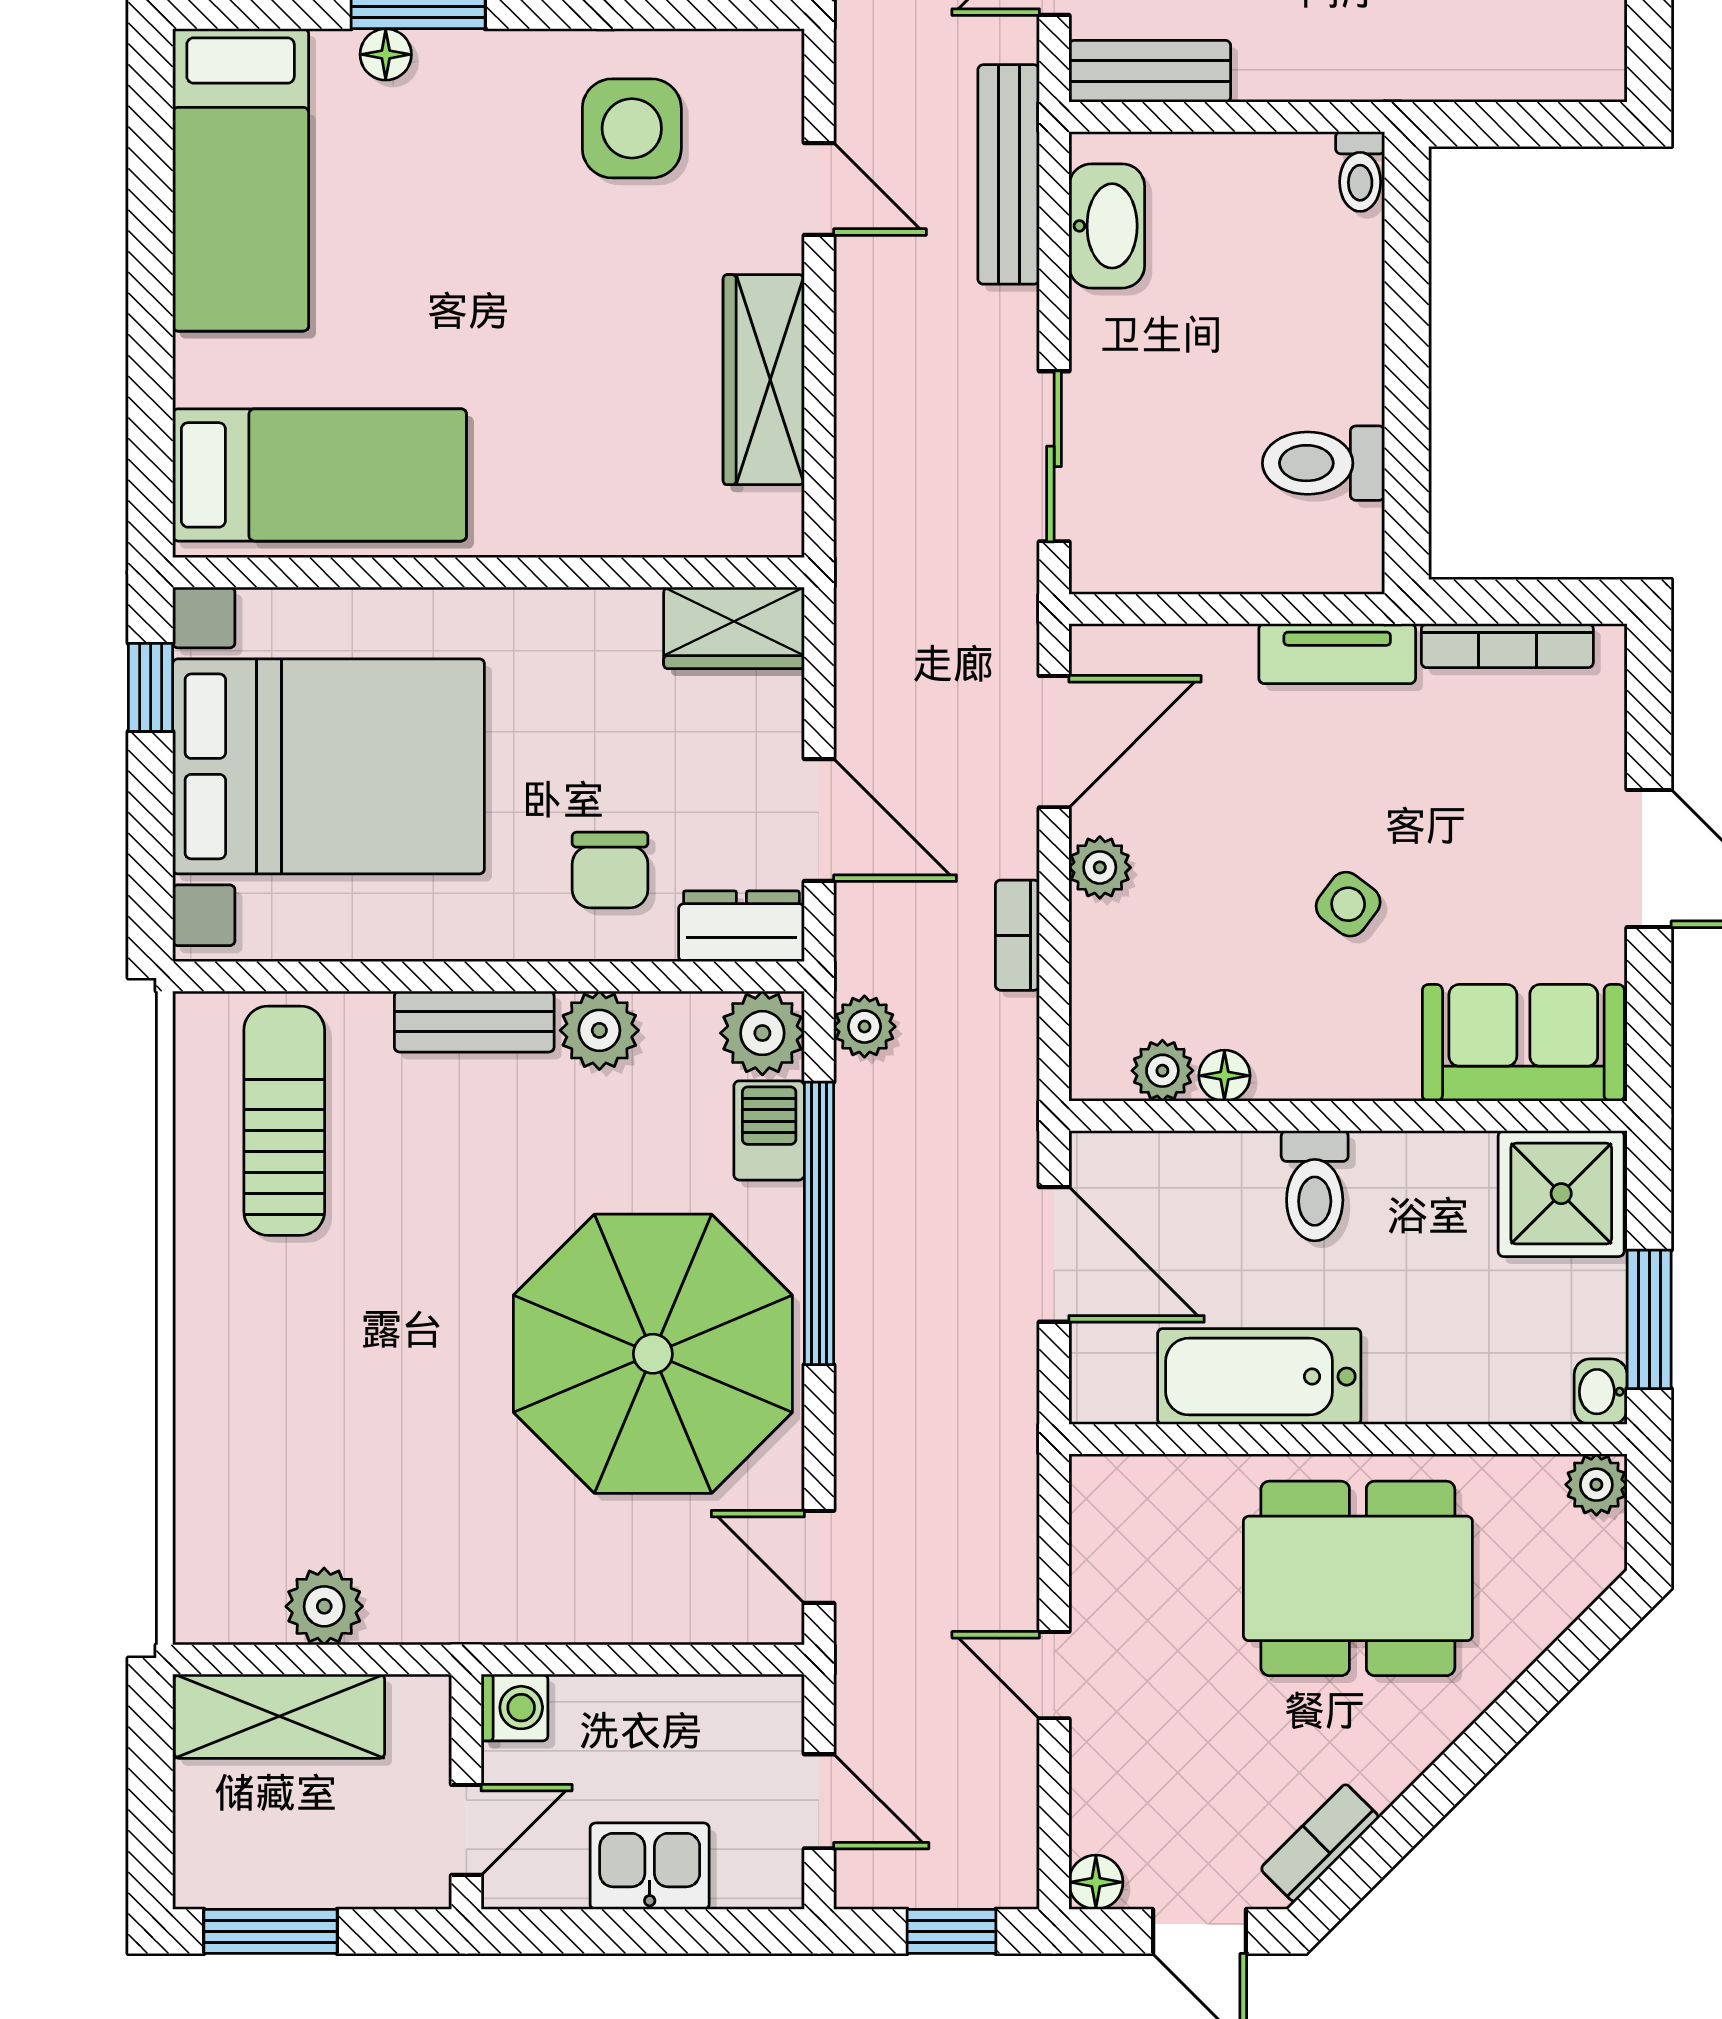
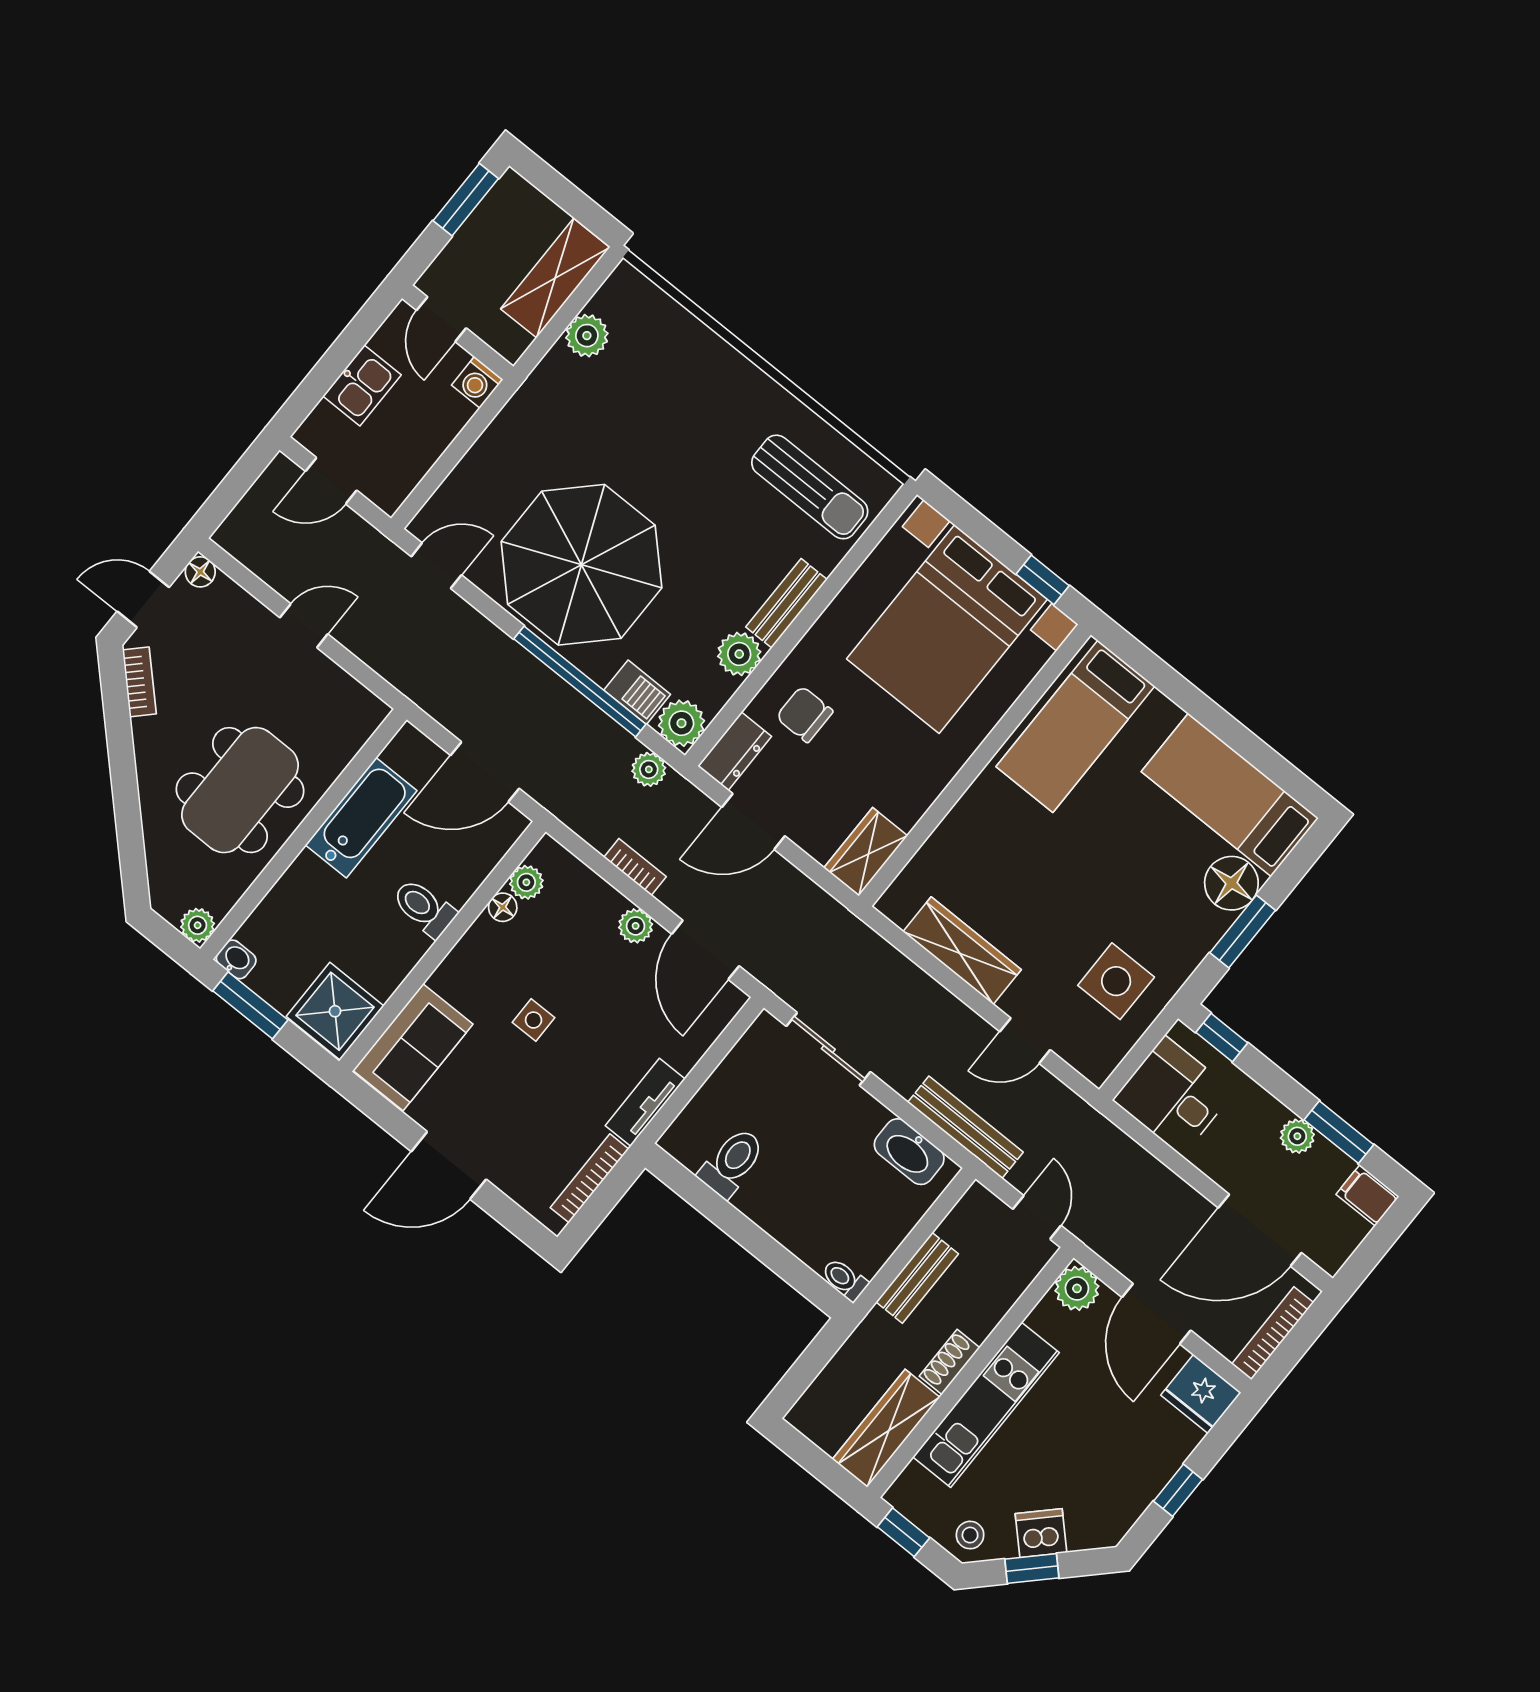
floor lamp: (386, 54) -> (1231, 883), width x1.89, depth x1.89
bench: (1150, 71) -> (917, 1278), moved
side table: (1348, 904) -> (534, 1020), turned -37
window: (951, 1931) -> (229, 493), removed

